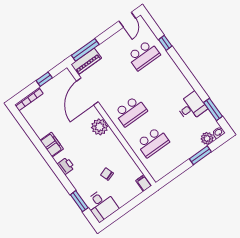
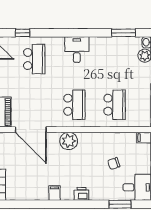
window: (165, 43) -> (23, 33), moved
desk: (192, 107) -> (77, 50), moved
filing cabinet: (52, 145) -> (54, 193), width x0.50

